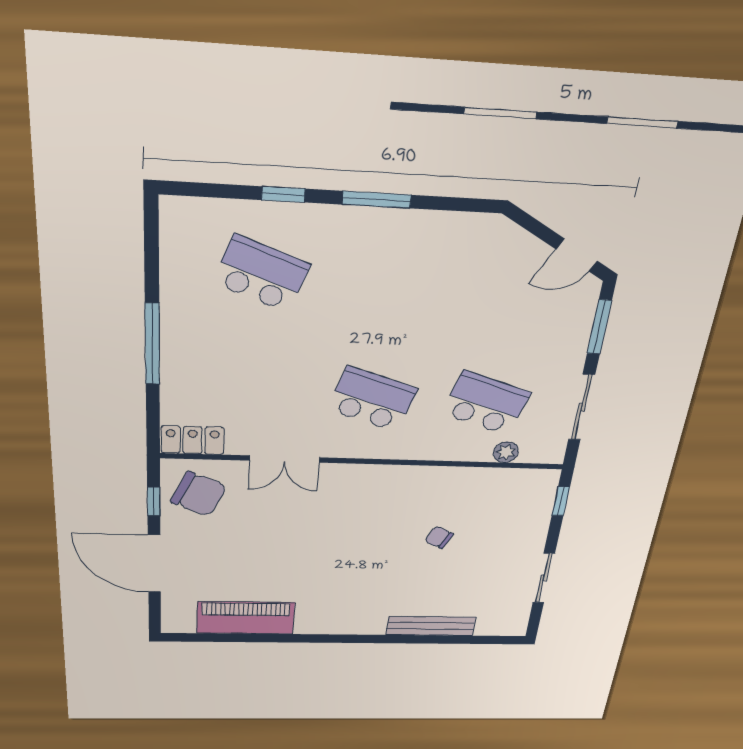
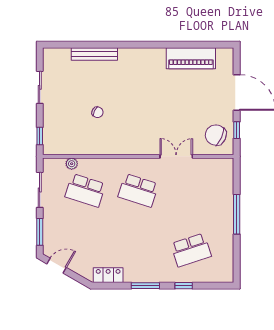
school desk: (261, 274) -> (191, 250), turned -39
locker: (193, 440) -> (108, 275), moved, turned 180

